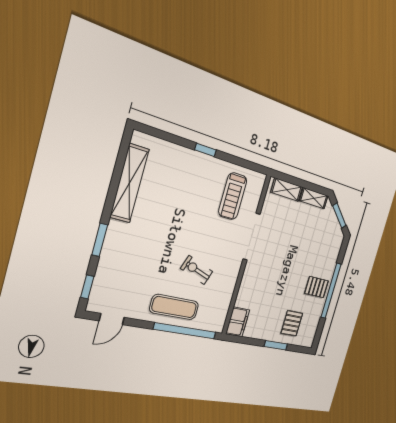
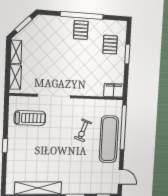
exercise mat: (174, 307) -> (109, 139), width x1.36, depth x1.45
pallet: (292, 323) -> (110, 45), turned 90

